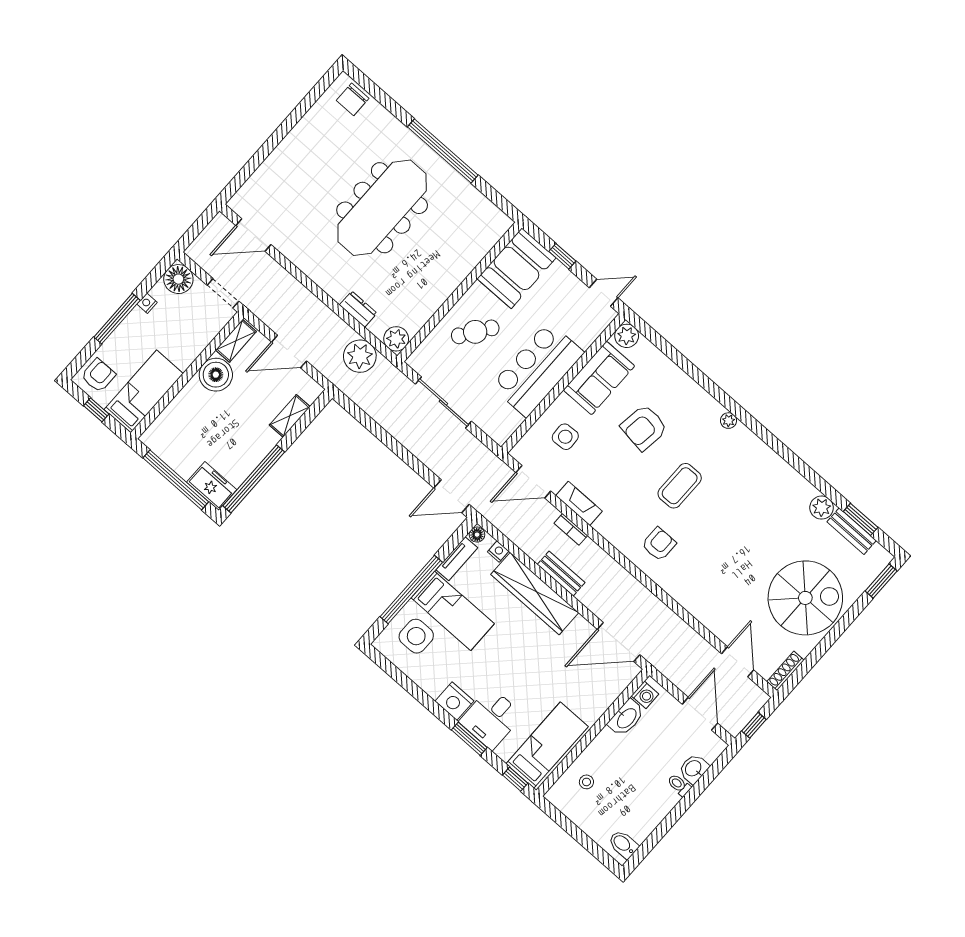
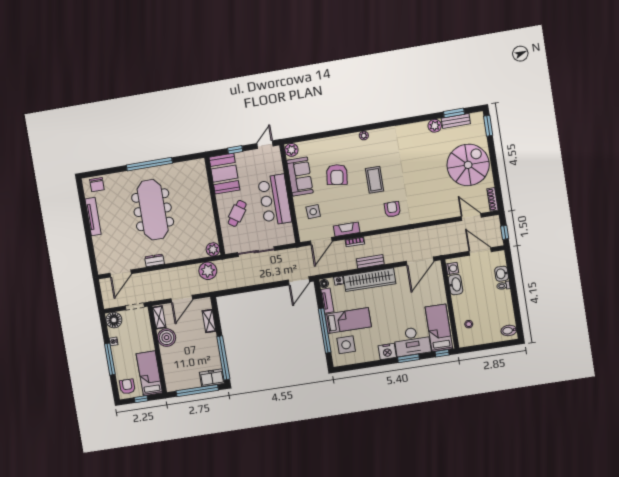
tv unit: (302, 130) -> (93, 217), added
dresser: (358, 309) -> (154, 260), moved
desk: (491, 718) -> (412, 341), width x1.37

